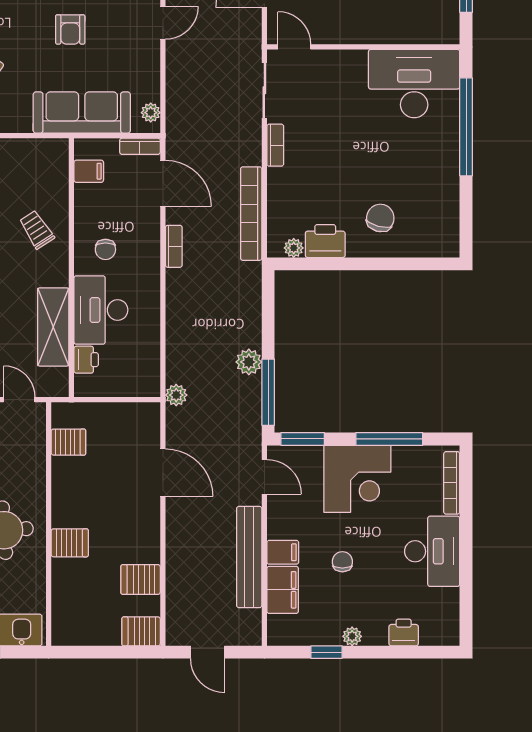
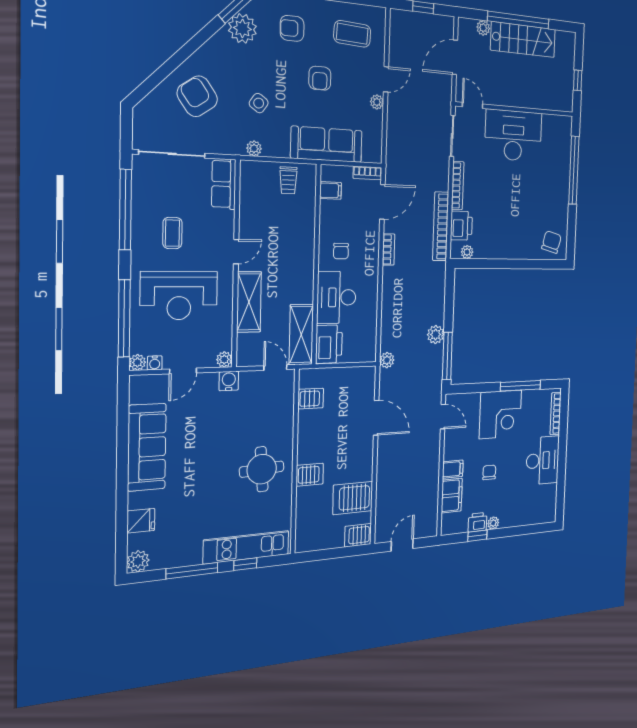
desk: (414, 84) -> (513, 136), moved
plant: (151, 113) -> (377, 102), moved
bookcase: (275, 145) -> (458, 185), width x1.56
door: (163, 183) -> (382, 202), hinge flipped
chair: (380, 218) -> (552, 242), moved
trolley: (37, 230) -> (288, 180), moved, turned -147
printer: (325, 241) -> (461, 226), moved, turned 90
shelving: (53, 327) -> (301, 335), moved
printer: (86, 360) -> (329, 344), width x1.87, depth x1.48
window: (303, 439) -> (468, 388), removed
bench: (249, 557) -> (431, 474), removed
server rack: (141, 579) -> (353, 498), width x1.36, depth x1.44
printer: (404, 632) -> (478, 522), moved
door: (208, 652) -> (402, 545), swing flipped

